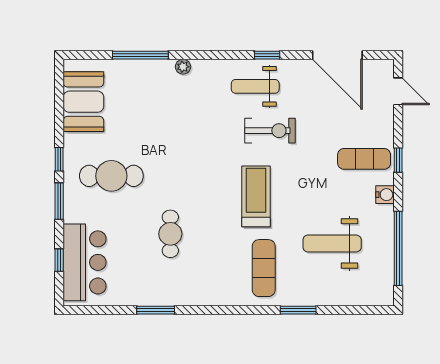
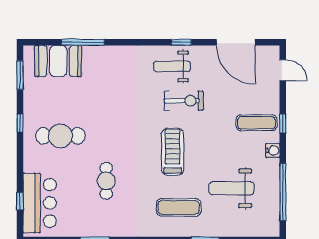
plant: (183, 67) -> (116, 51), removed
booth: (83, 102) -> (58, 61), moved, turned 90
window: (59, 201) -> (20, 75), moved
exercise mat: (264, 268) -> (179, 207), turned 90

